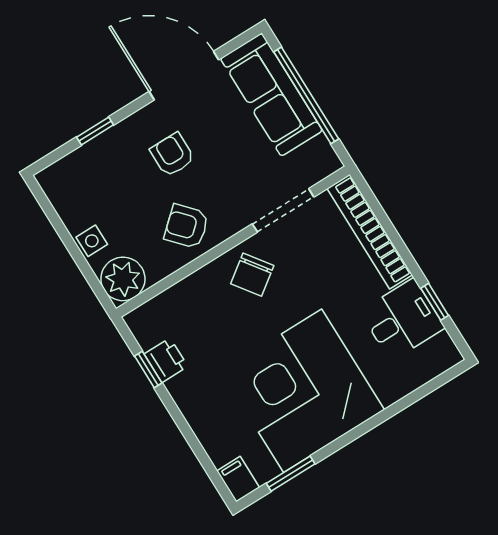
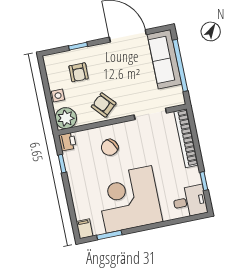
armchair: (172, 155) -> (79, 72), moved, turned 180
chair: (252, 275) -> (110, 147), moved
desk: (402, 320) -> (190, 201), moved
printer: (166, 360) -> (67, 142), moved

